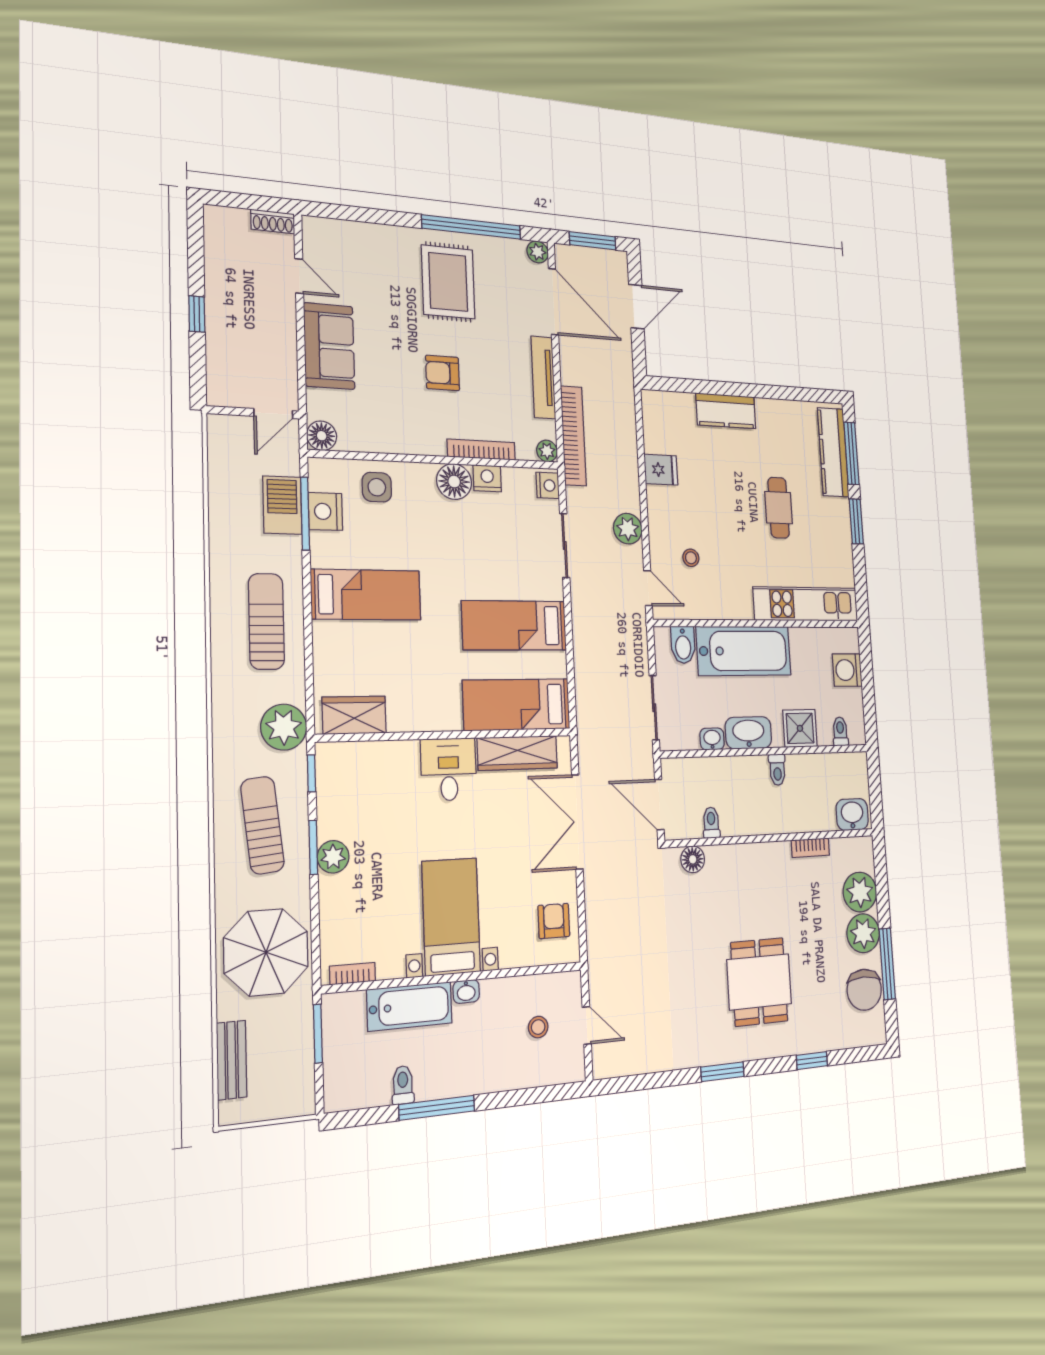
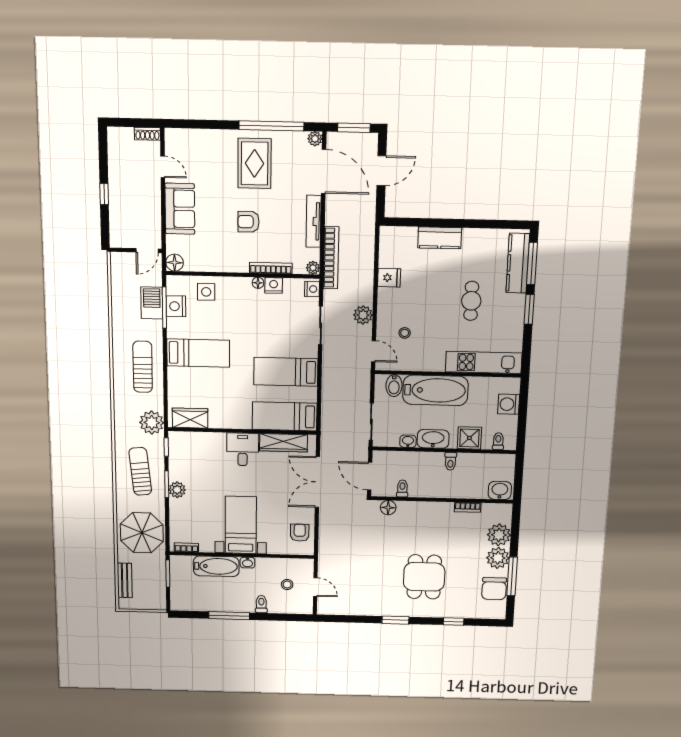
floor lamp: (454, 482) -> (258, 283), width x0.53, depth x0.53
toilet: (403, 1085) -> (261, 604), moved

